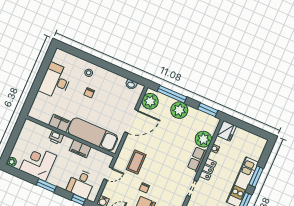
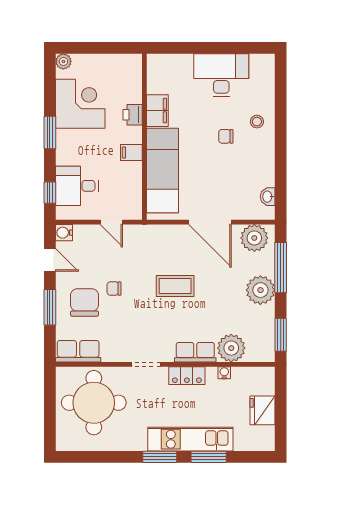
fridge: (227, 131) -> (262, 410), moved, turned 90
filing cabinet: (80, 149) -> (131, 152), width x0.50
coffee table: (136, 162) -> (175, 286), moved

